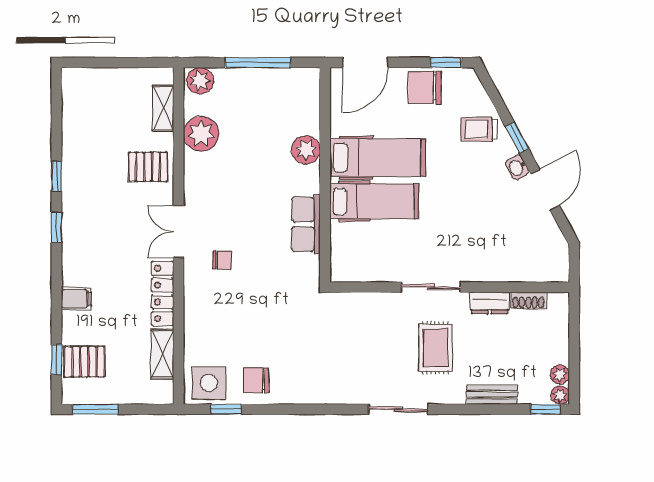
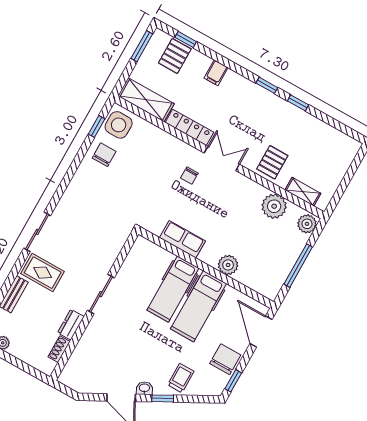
rug: (435, 348) -> (43, 273), moved
shelving: (162, 354) -> (146, 100), width x1.50, depth x1.33

